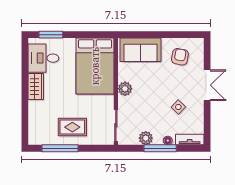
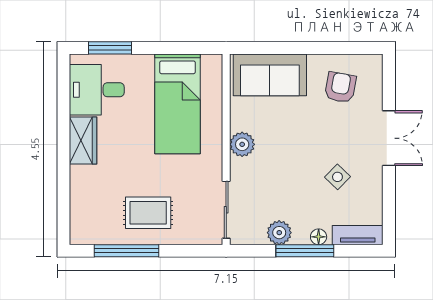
bed: (95, 66) -> (178, 104), width x0.67

